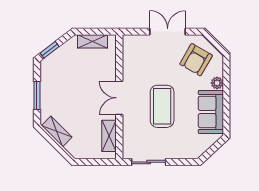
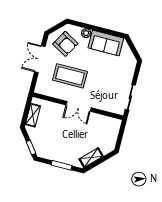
coffee table: (162, 106) -> (70, 76), moved
shelving: (109, 136) -> (104, 121), removed

